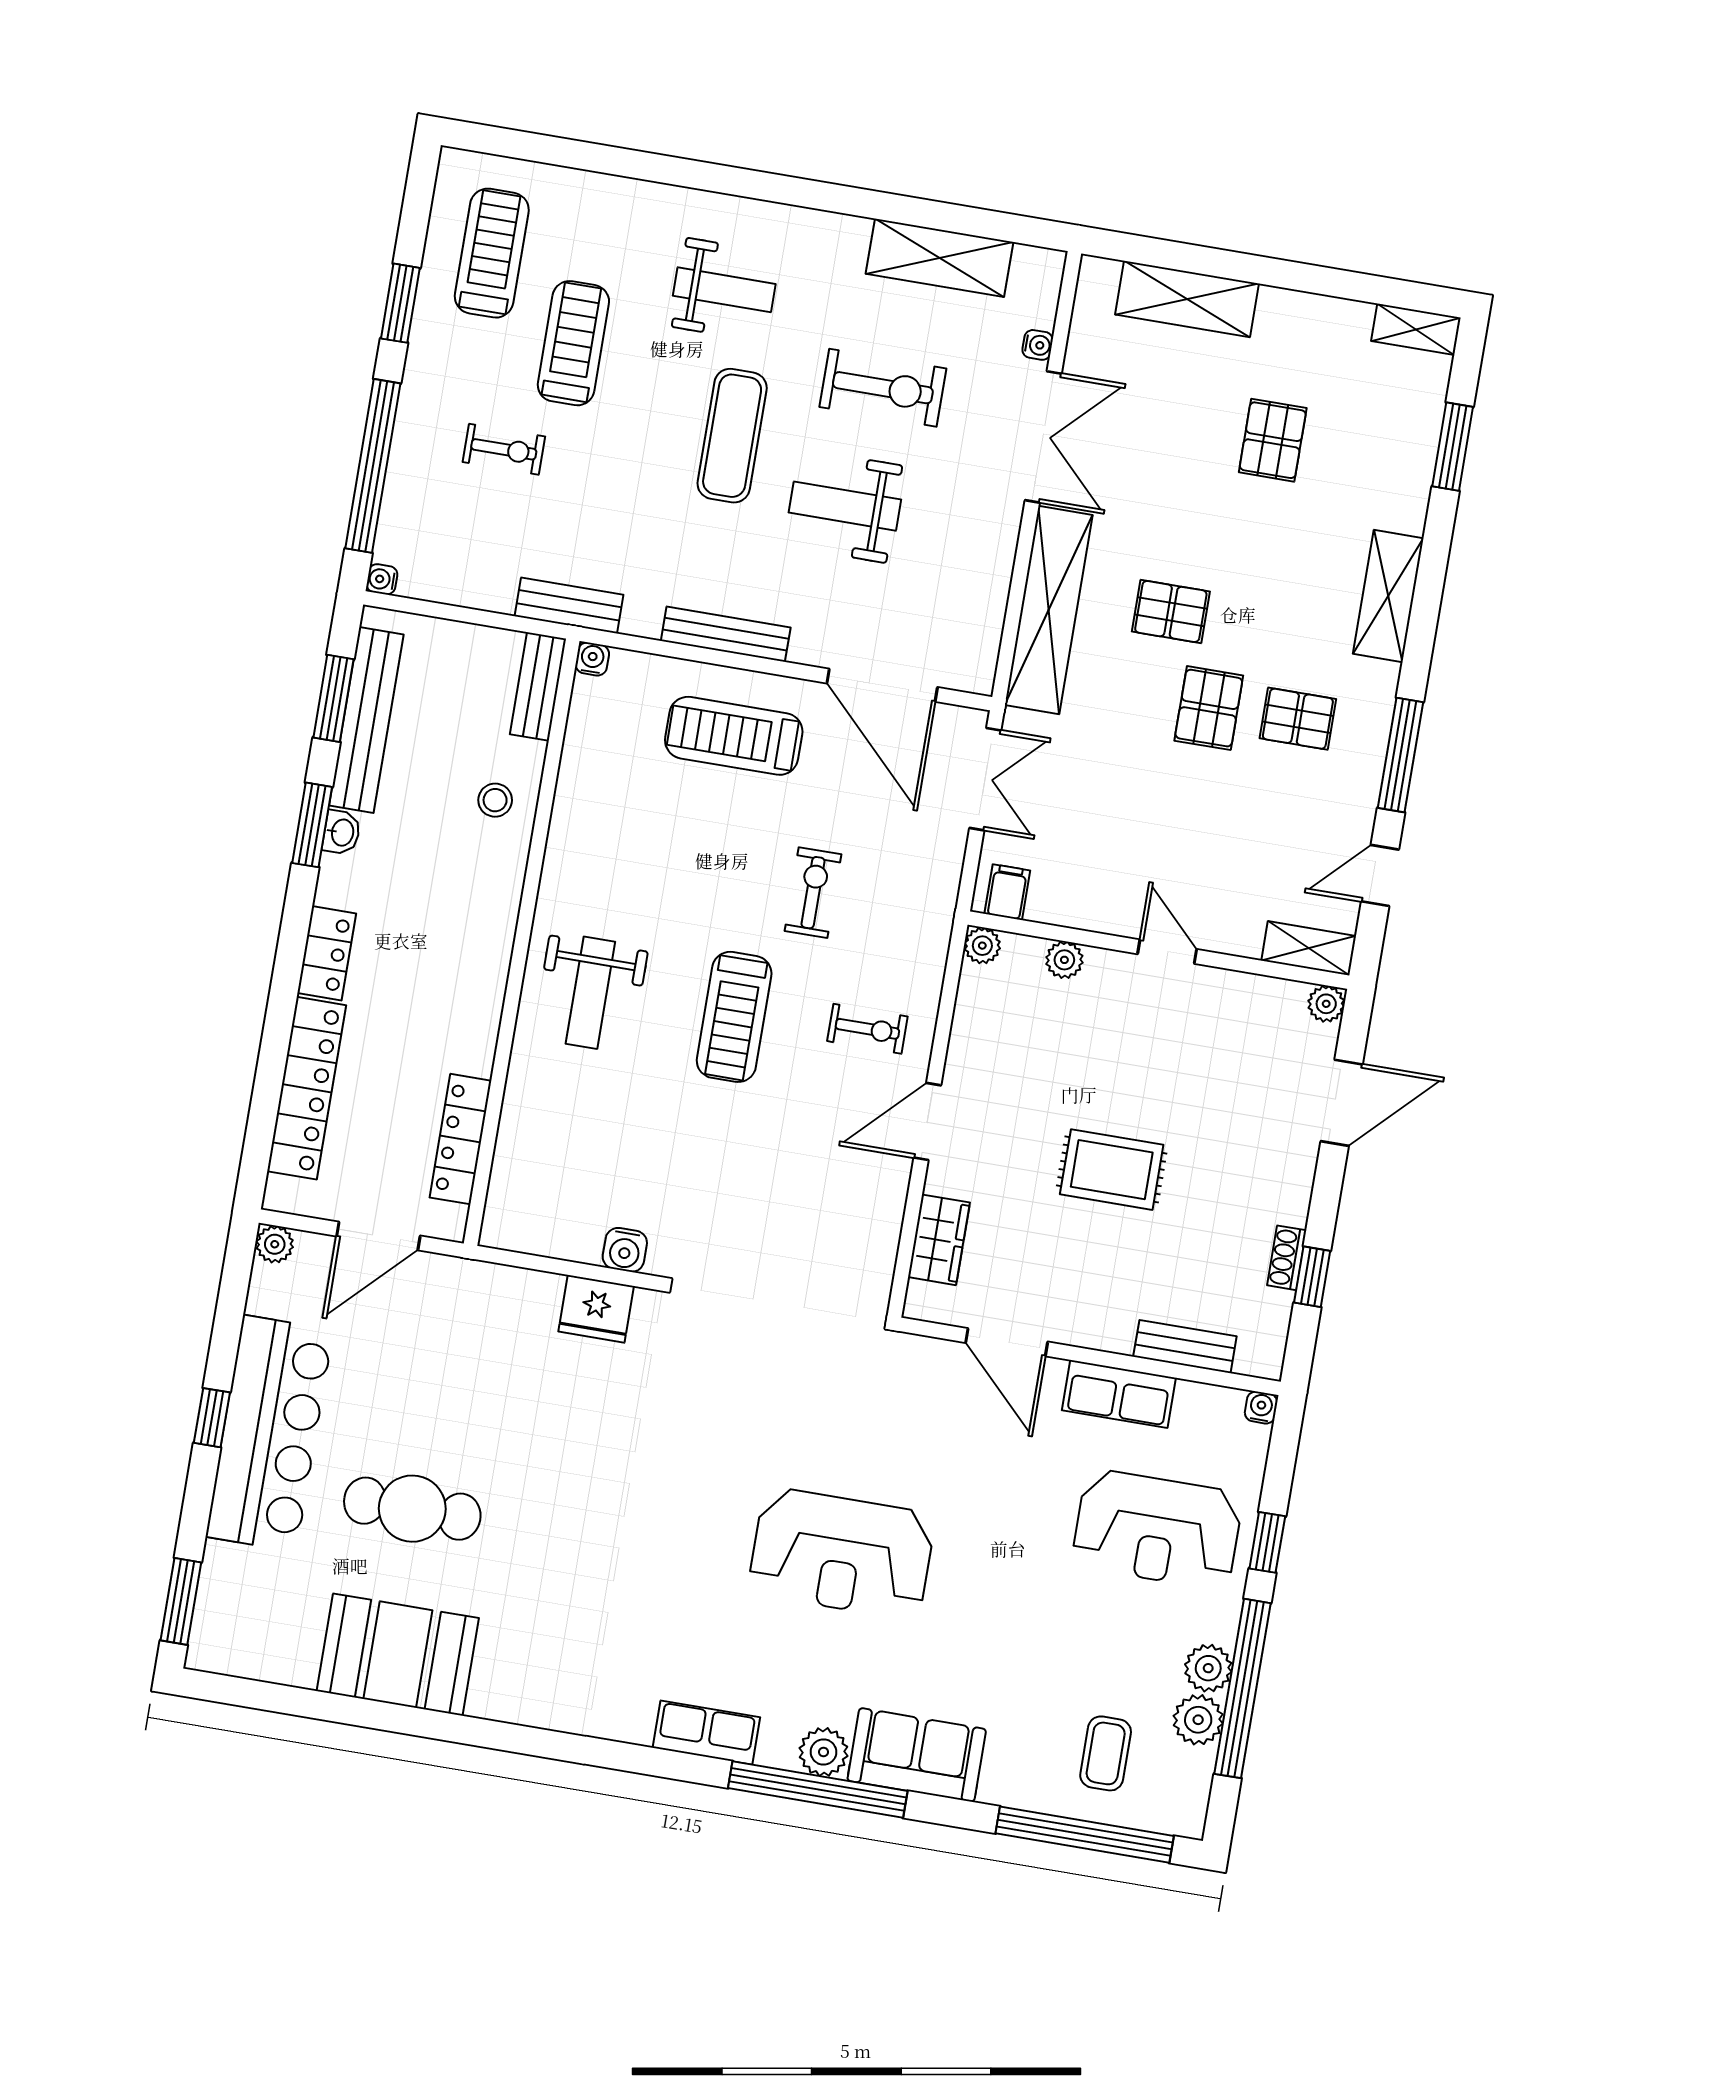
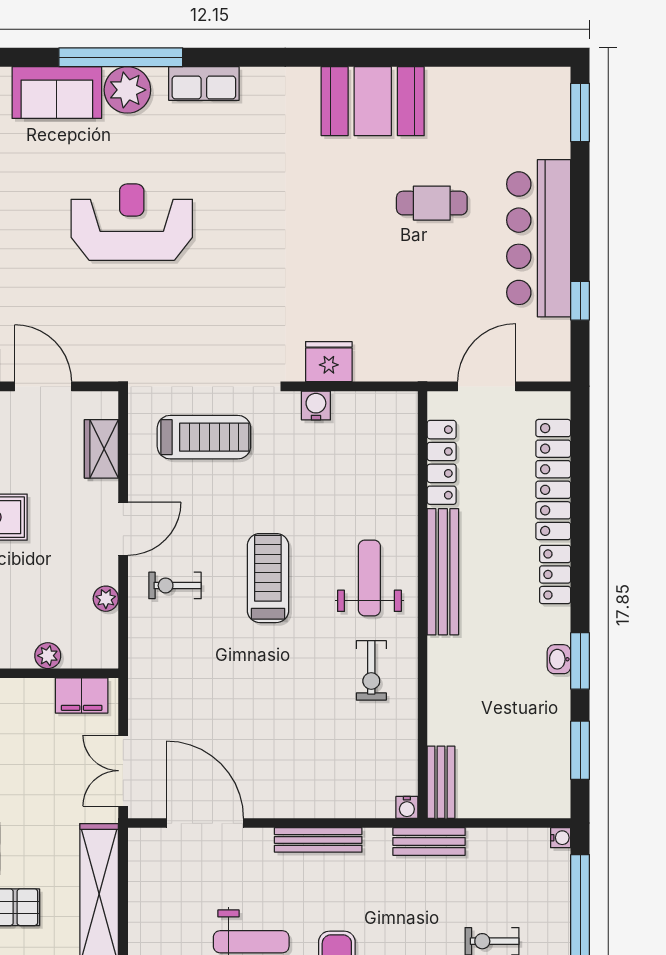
bench: (366, 720) -> (443, 572), moved
treadmill: (734, 736) -> (204, 437), moved
stool: (495, 800) -> (457, 699), removed
filing cabinet: (1007, 892) -> (82, 696), width x2.00
exercise bike: (813, 893) -> (371, 670), moved
plant: (982, 946) -> (106, 599), moved
plant: (275, 1244) -> (557, 369), removed
window: (212, 1418) -> (580, 301), moved
cafe table: (412, 1509) -> (432, 203), width x0.73, depth x0.74
booth: (398, 1655) -> (373, 101), moved
plant: (824, 1752) -> (127, 90), width x1.36, depth x1.36

